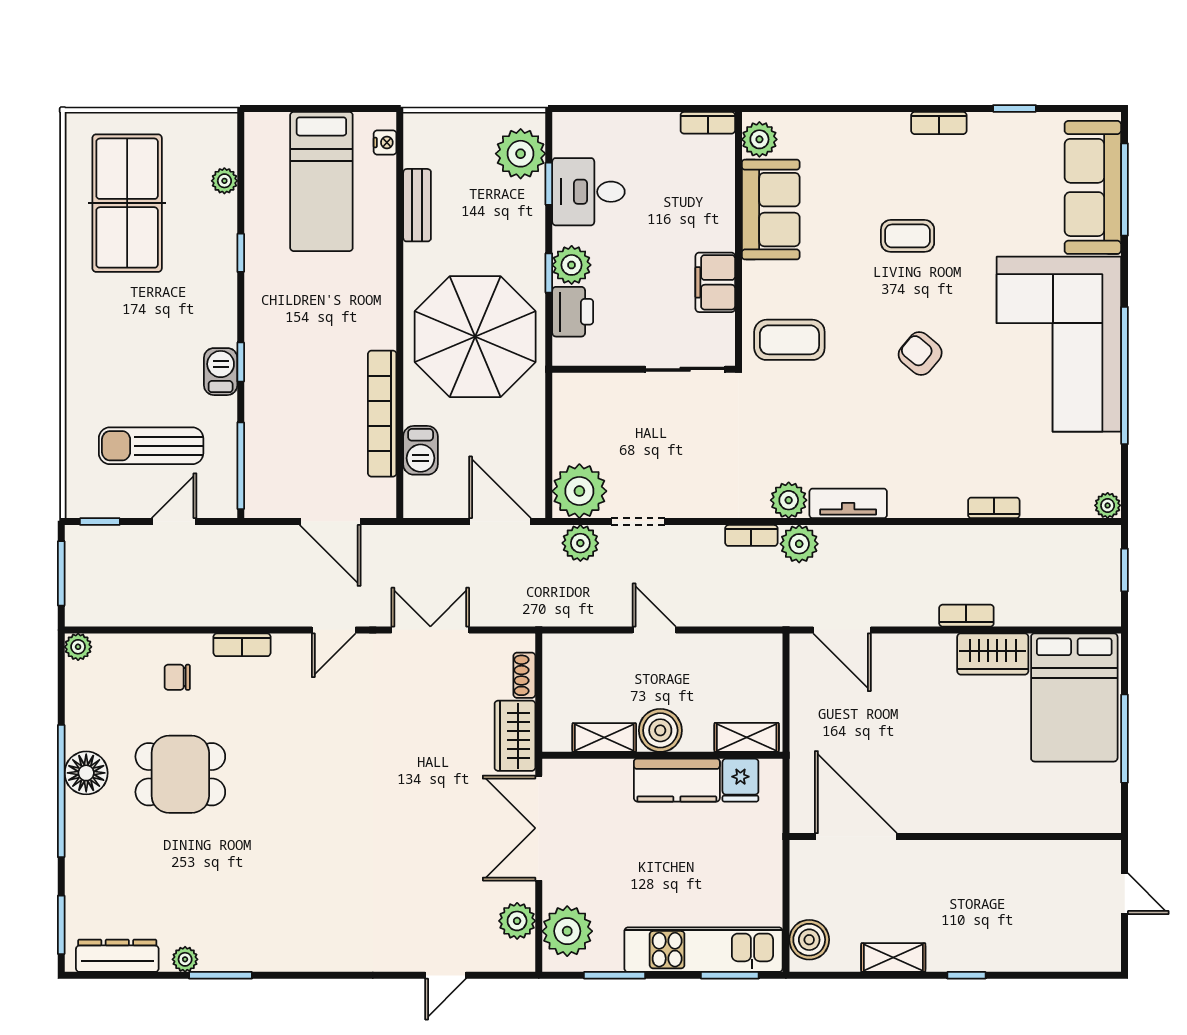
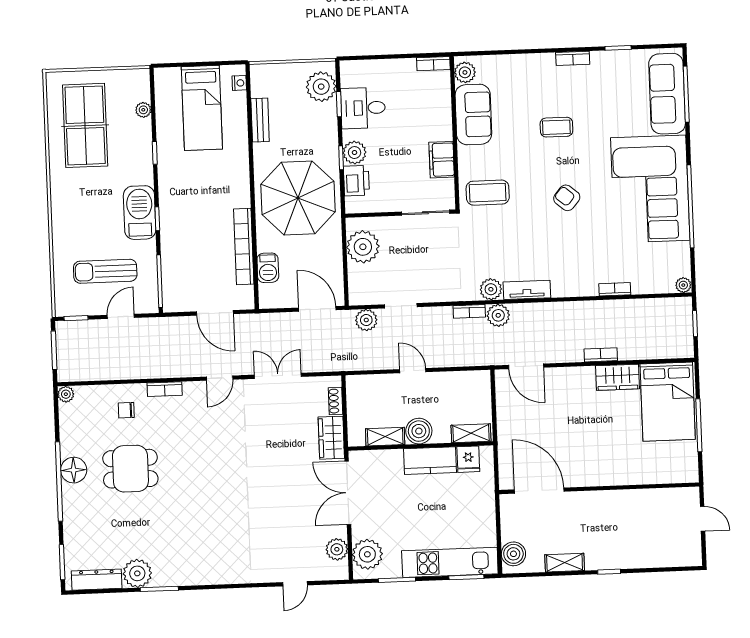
barbecue: (221, 372) -> (140, 213), width x1.88, depth x1.53
plant: (579, 491) -> (363, 247), moved
plant: (185, 959) -> (137, 573), width x1.87, depth x1.87

